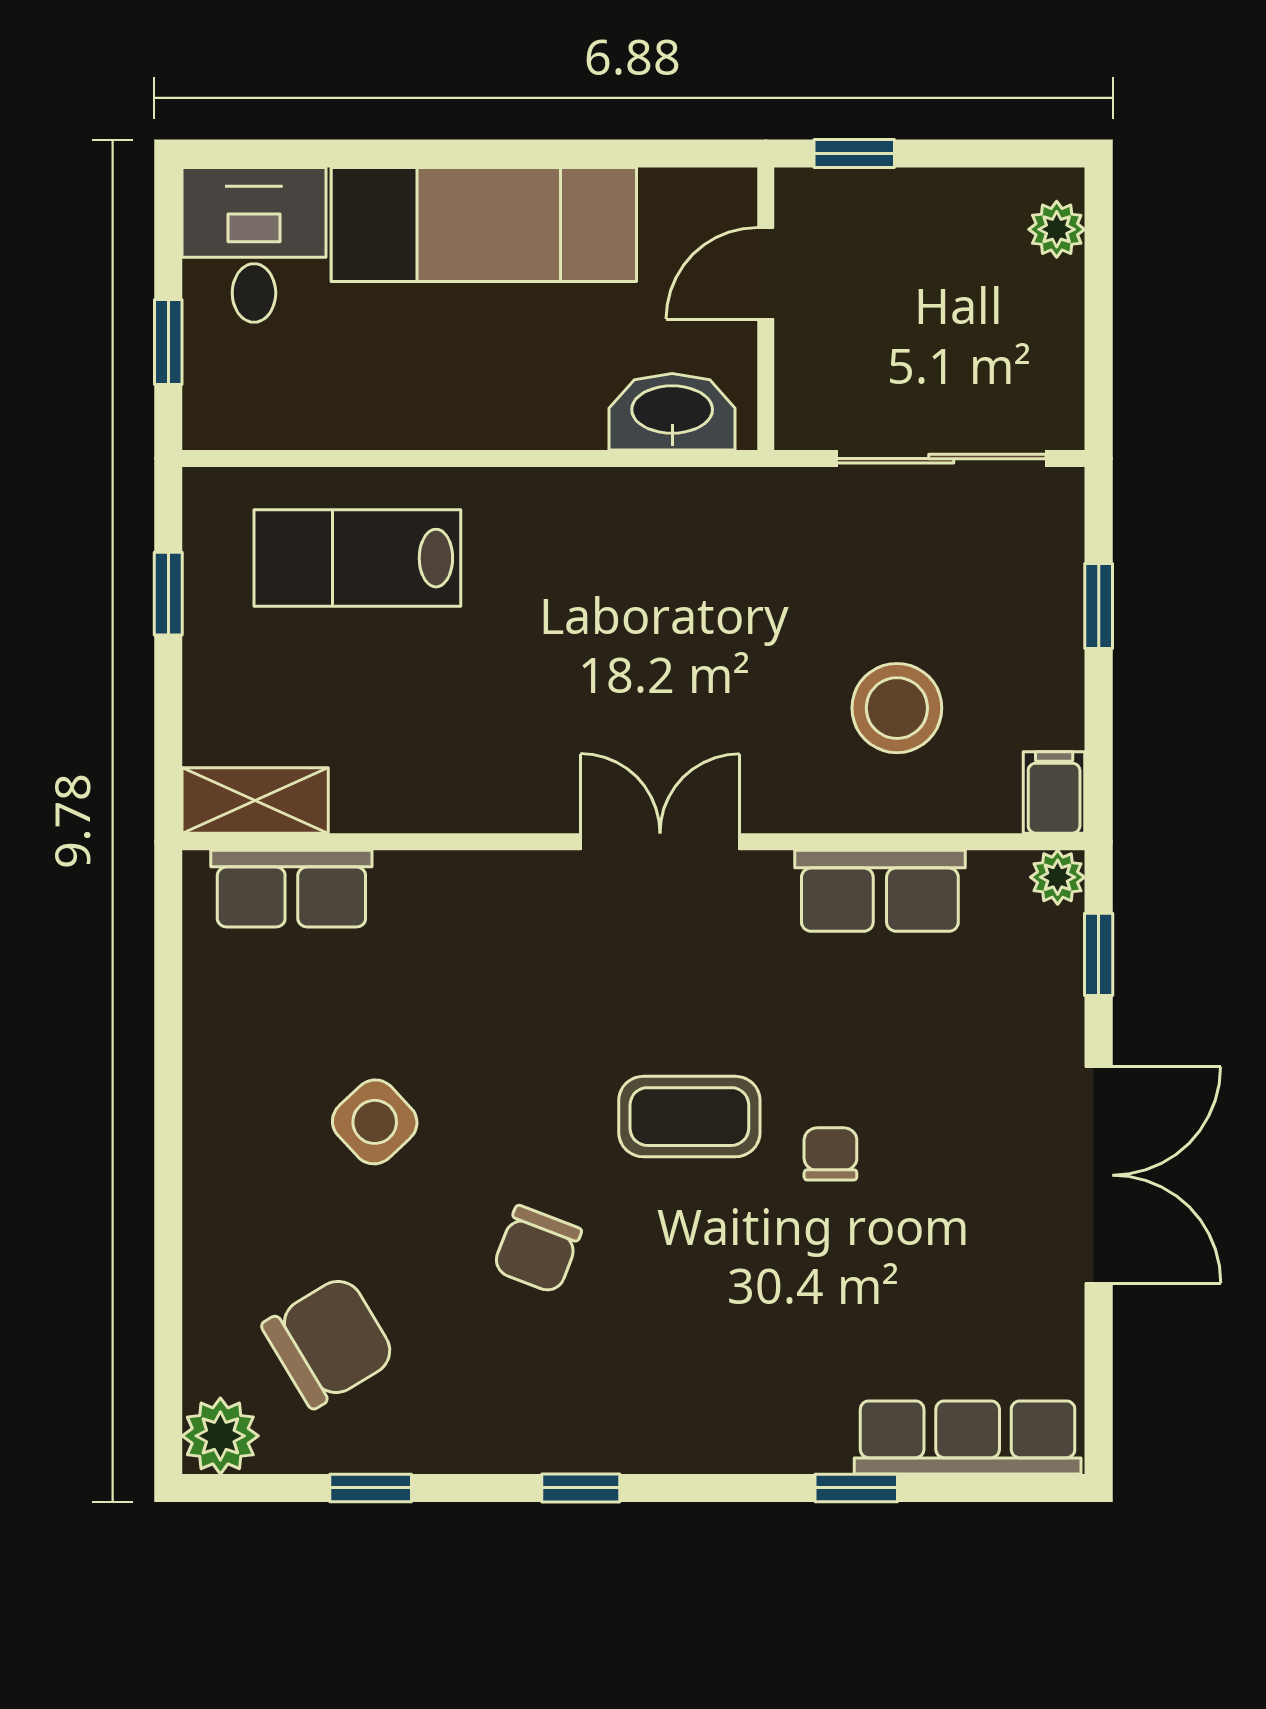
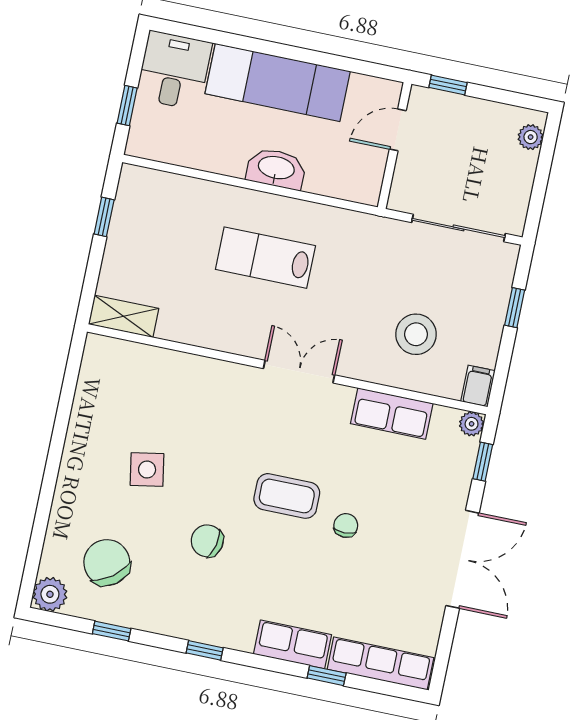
washbasin: (672, 412) -> (276, 169), moved
lab bench: (357, 558) -> (265, 258), moved
row of seats: (291, 889) -> (292, 644), moved, turned 180
side table: (375, 1122) -> (147, 470), turned 33
chair: (537, 1250) -> (207, 541), turned 82
chair: (329, 1342) -> (107, 563), turned -96

